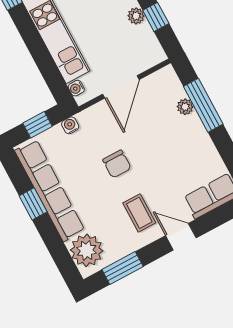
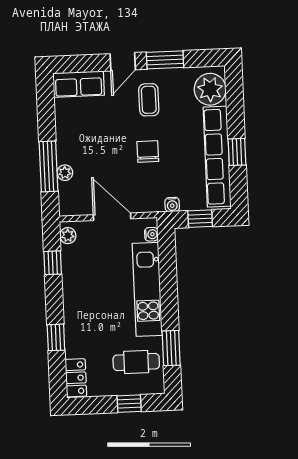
plant: (136, 16) -> (68, 236), moved
door: (121, 87) -> (112, 217), hinge flipped
door: (181, 237) -> (123, 62), hinge flipped
window: (123, 268) -> (165, 60), moved

